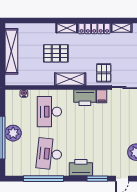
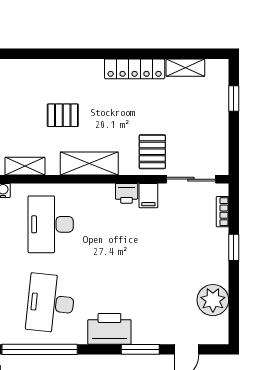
shelving: (67, 28) -> (25, 166), moved
pallet: (56, 53) -> (63, 115), width x0.67, depth x0.71
printer: (85, 98) -> (127, 193), width x0.53, depth x0.68

